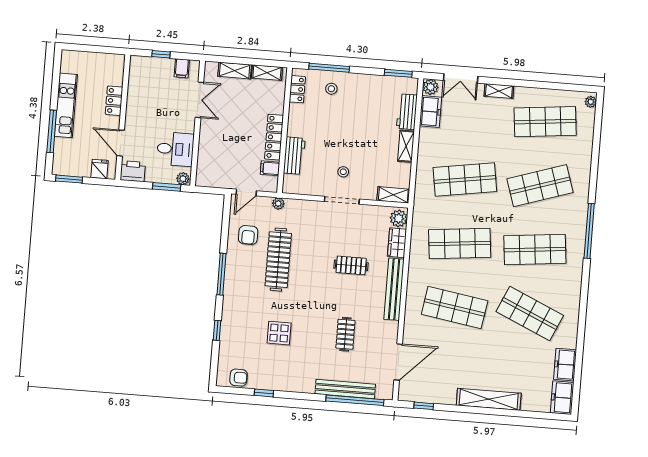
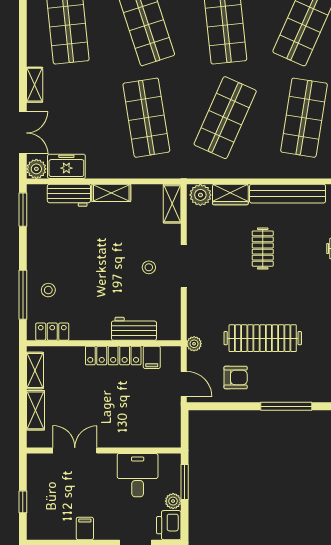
filing cabinet: (182, 68) -> (85, 528), moved, turned -90
plant: (183, 179) -> (173, 501), moved
shop shelf: (460, 243) -> (225, 118), turned 30

